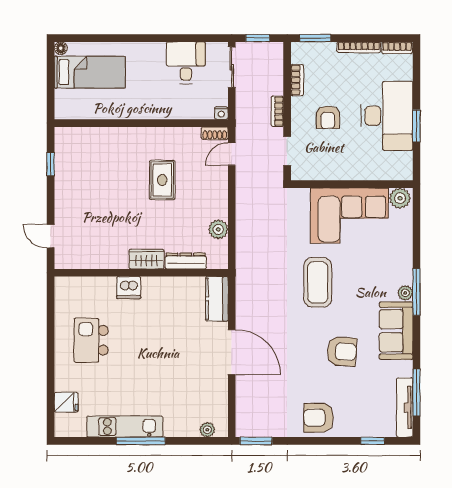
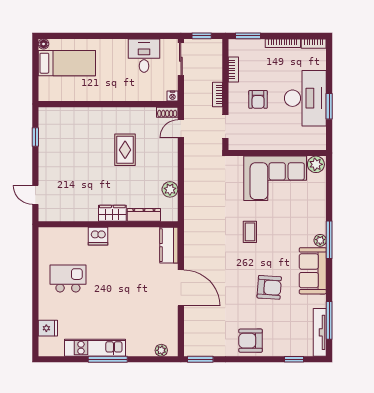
coffee table: (318, 282) -> (250, 232), width x0.54, depth x0.58
kitchen island: (91, 340) -> (68, 278), turned 90

